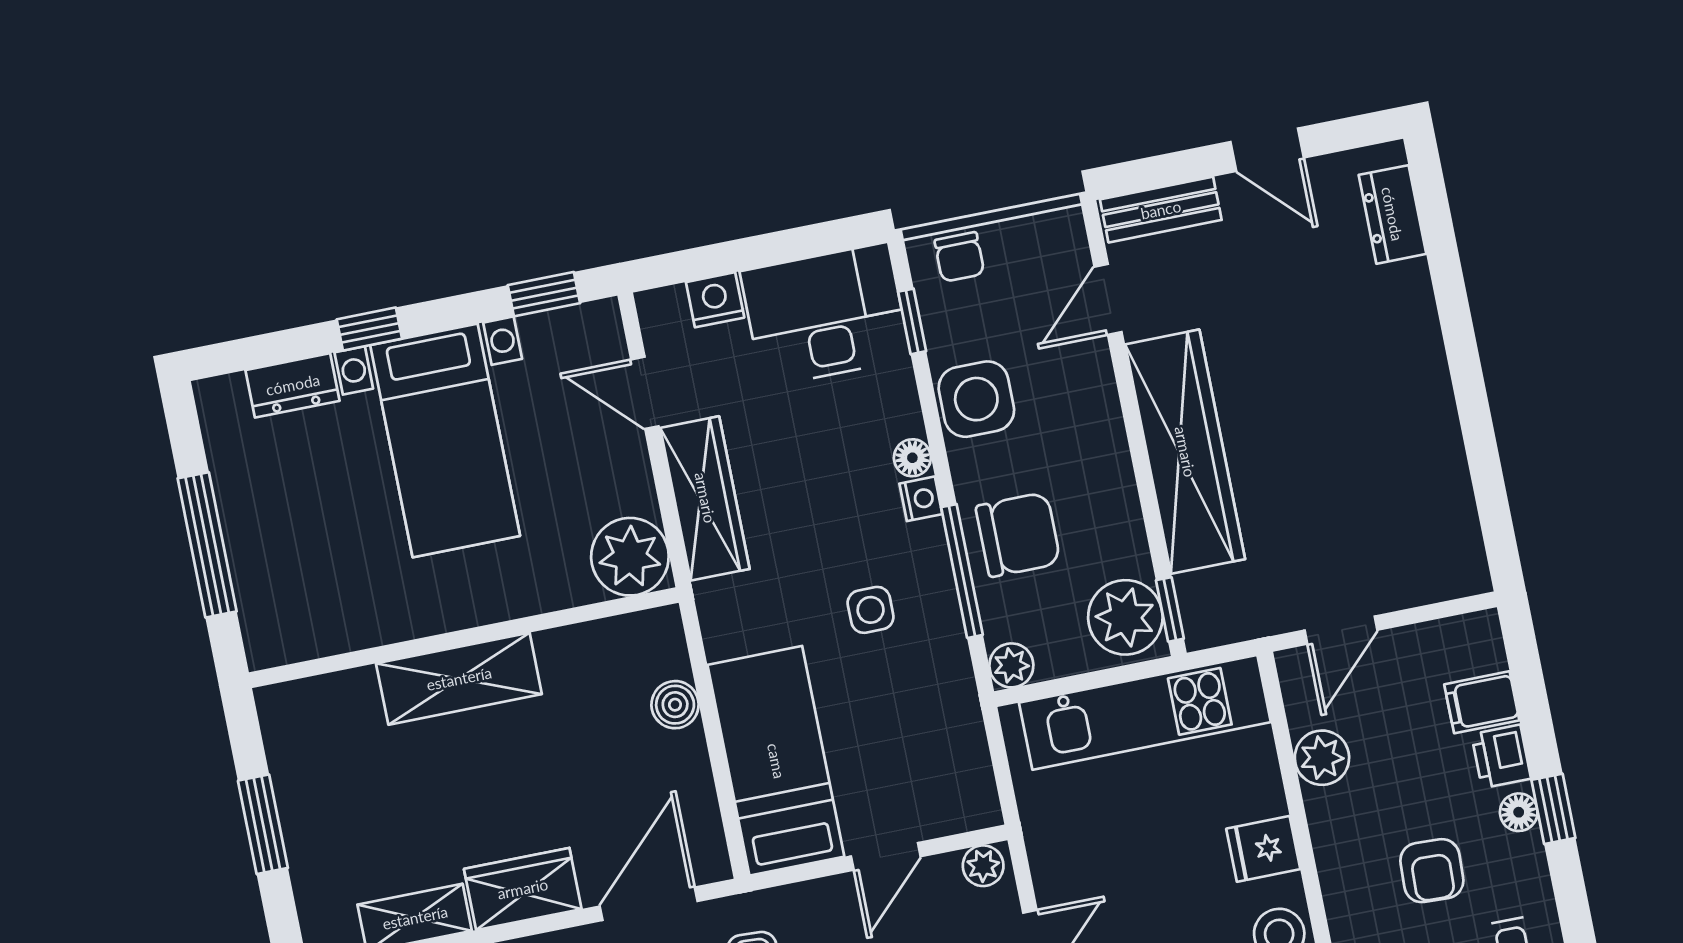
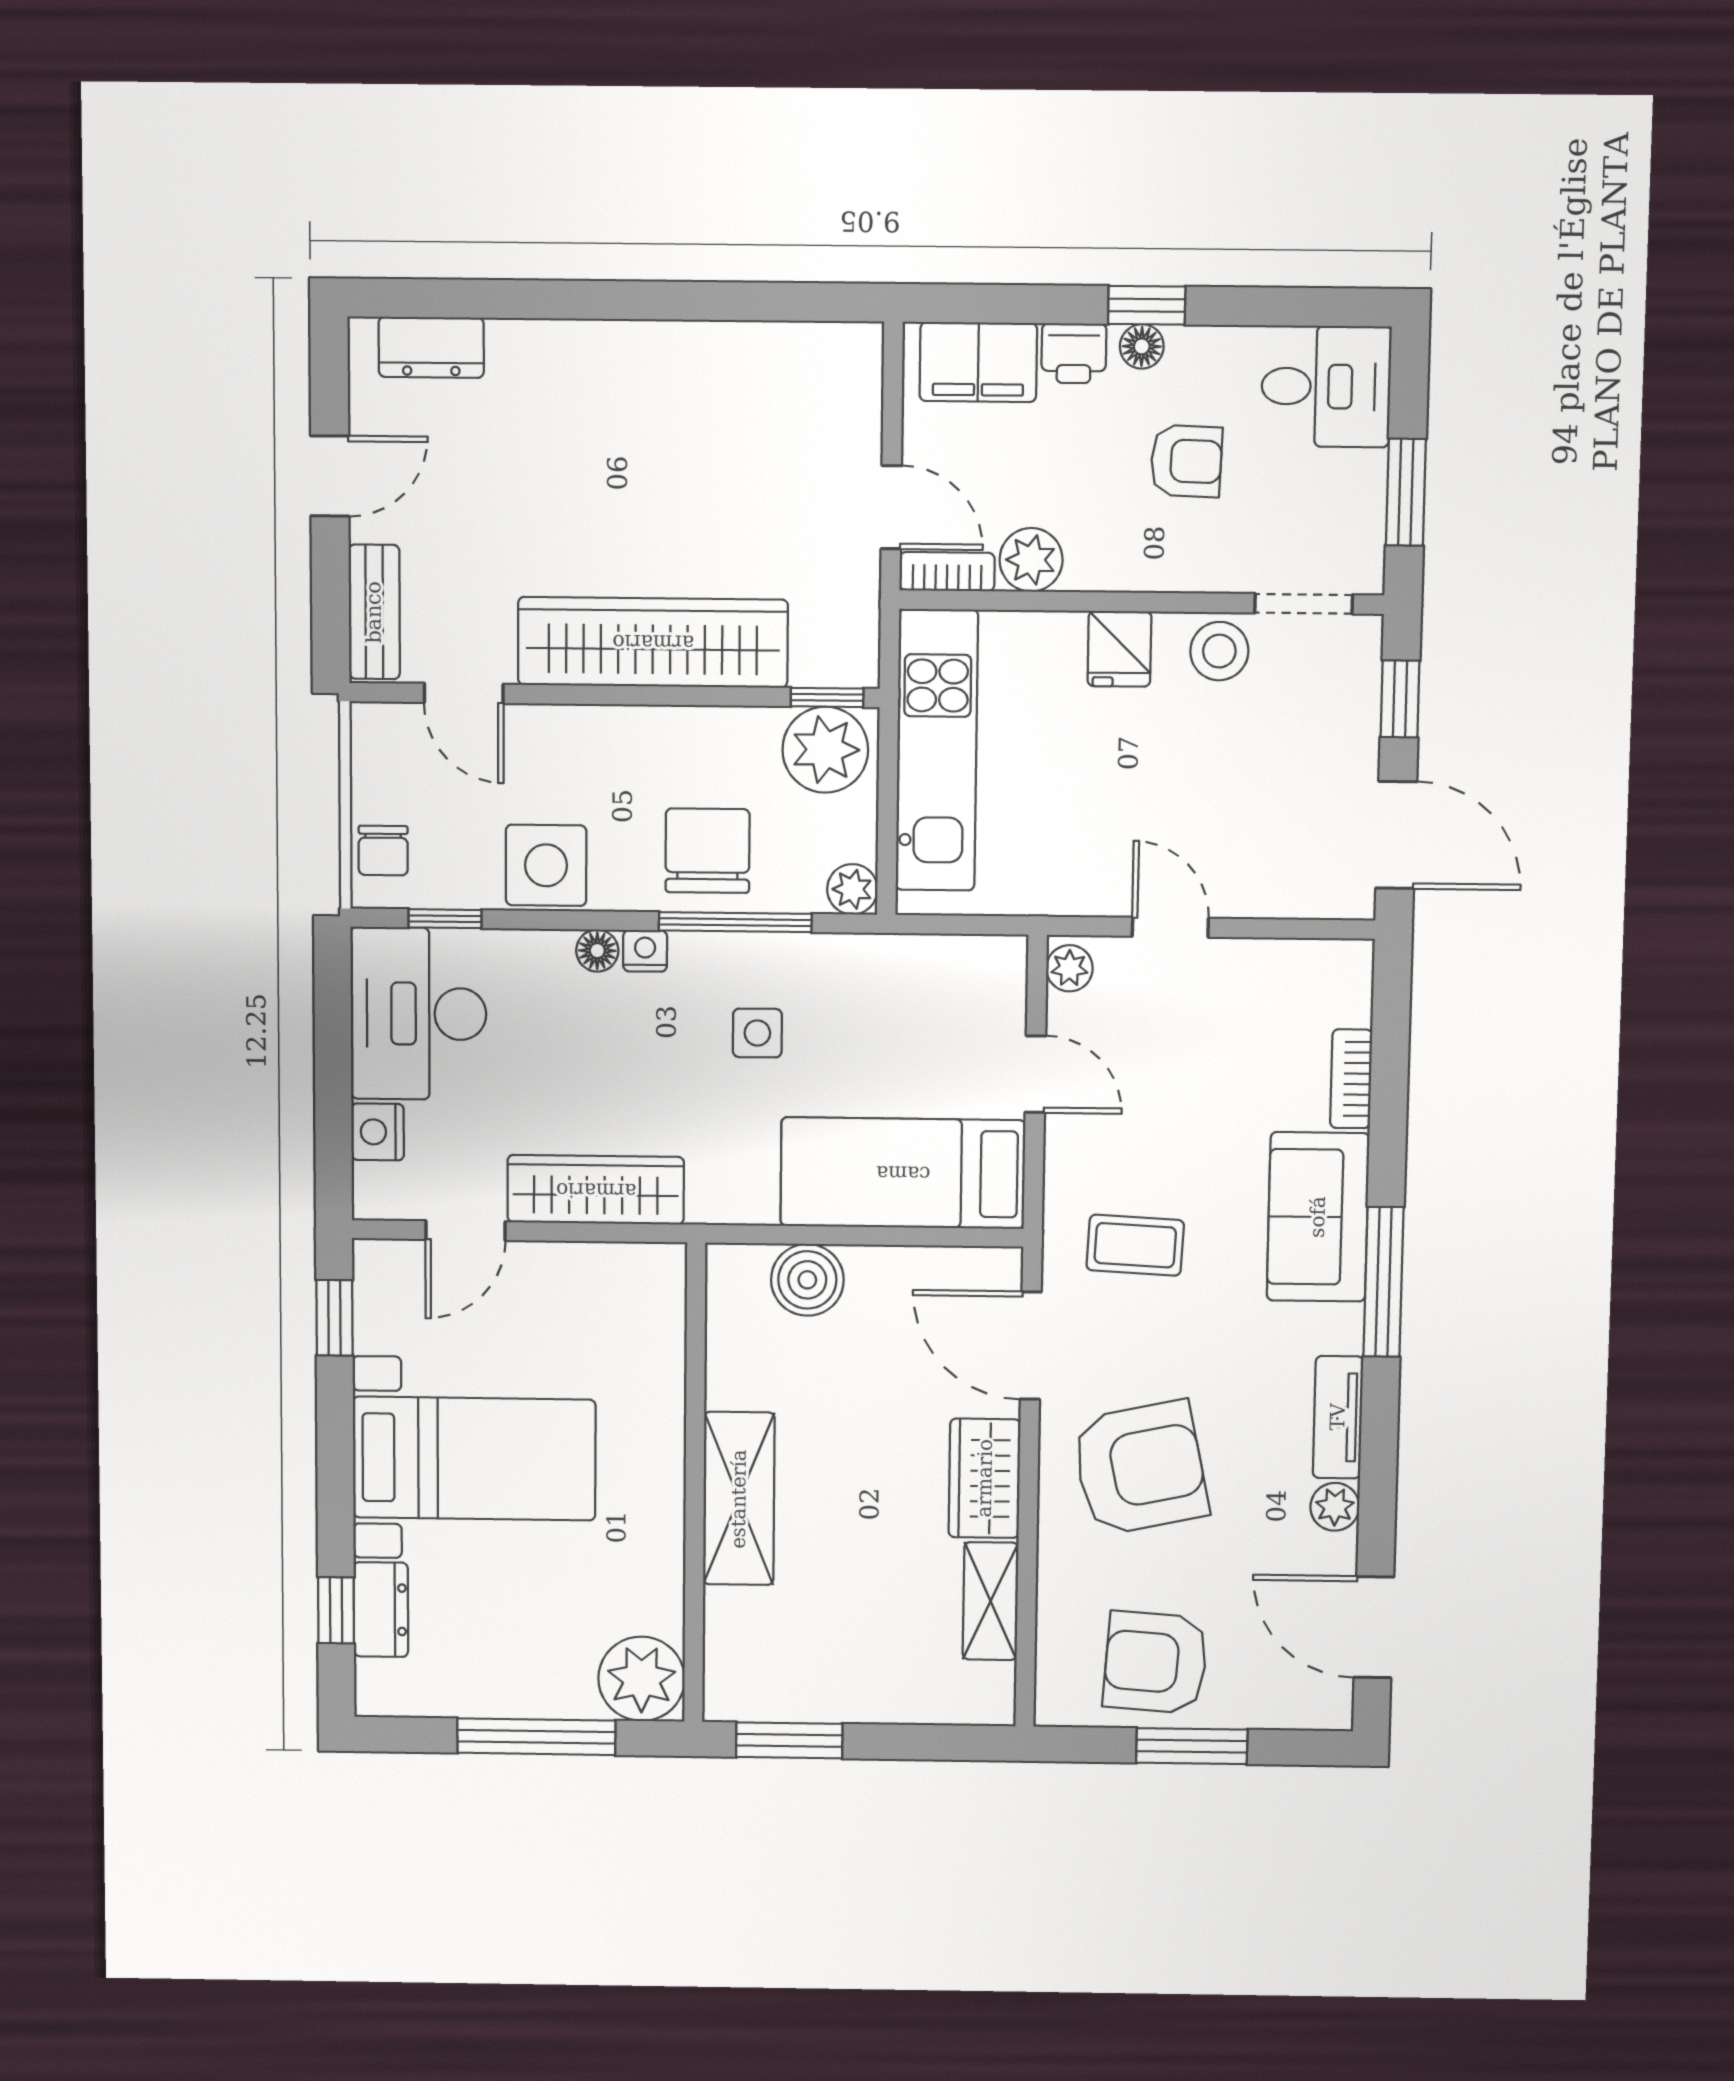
chair: (959, 257) -> (383, 851), turned 90
window: (369, 329) -> (336, 1610), moved
plant: (630, 557) -> (642, 1679), moved
bookcase: (1297, 689) -> (947, 572), added
filing cabinet: (1482, 702) -> (978, 362), width x2.00
boiler: (675, 705) -> (807, 1280), width x1.36, depth x1.36
window: (263, 824) -> (789, 1740), moved

